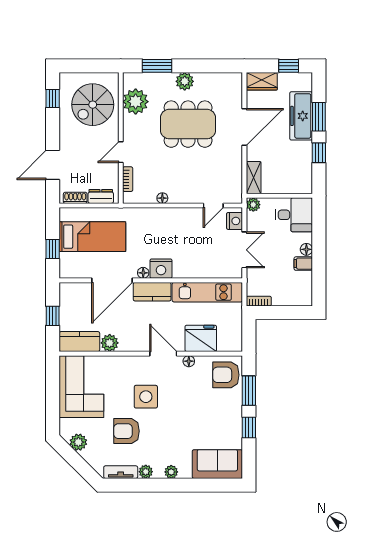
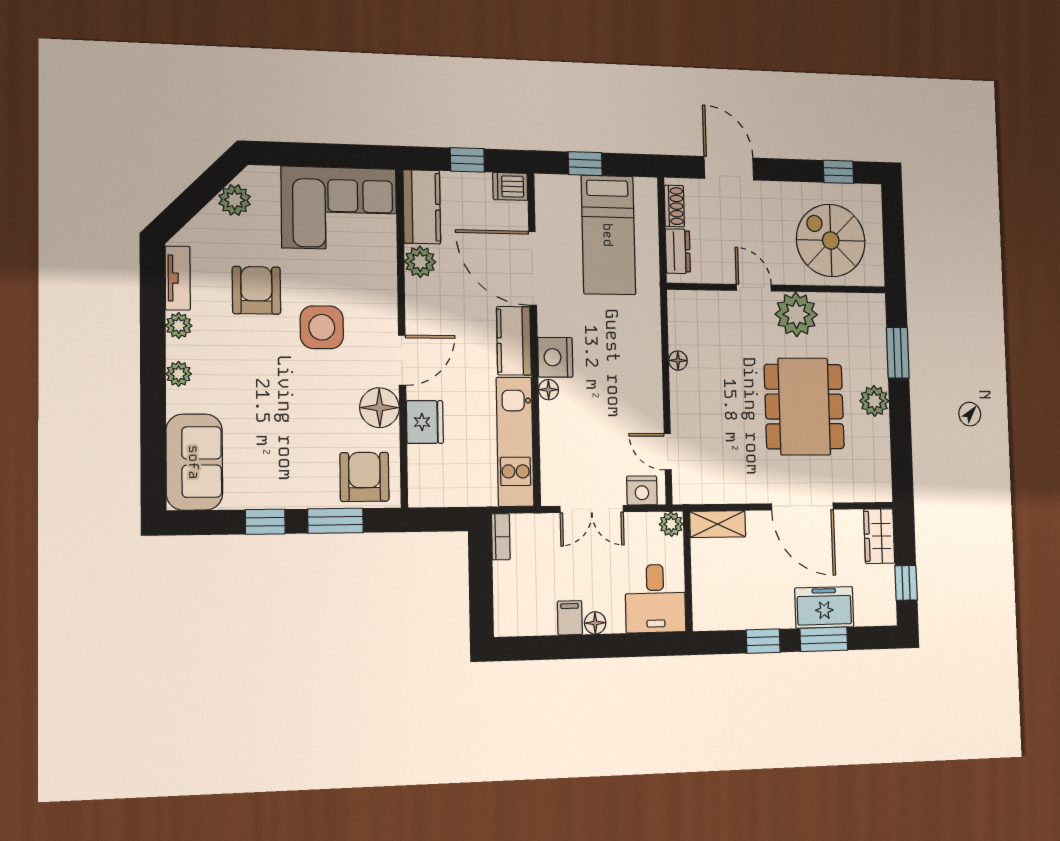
plant: (136, 102) -> (796, 314), moved
freezer: (301, 116) -> (824, 607), width x0.71
bookcase: (128, 179) -> (709, 299), removed
floor lamp: (143, 273) -> (549, 390), moved
dishwasher: (67, 292) -> (510, 186), added
fridge: (201, 338) -> (425, 422), width x0.73, depth x0.75
floor lamp: (189, 361) -> (380, 408), width x1.89, depth x1.89

